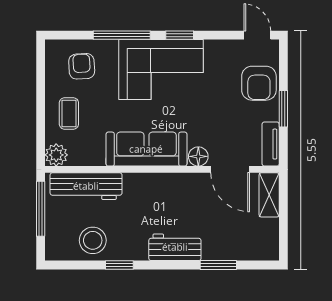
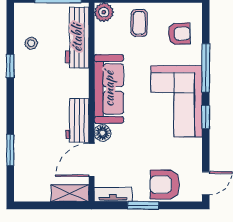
coffee table: (69, 113) -> (139, 23), turned 90
stool: (93, 240) -> (31, 43), width x0.53, depth x0.53
workbench: (175, 247) -> (77, 120), moved, turned 180

